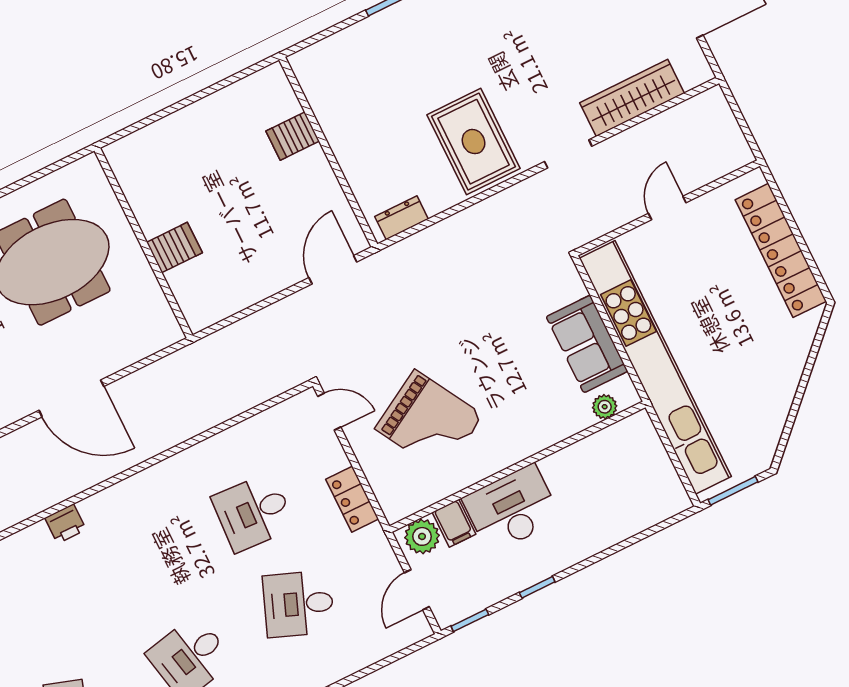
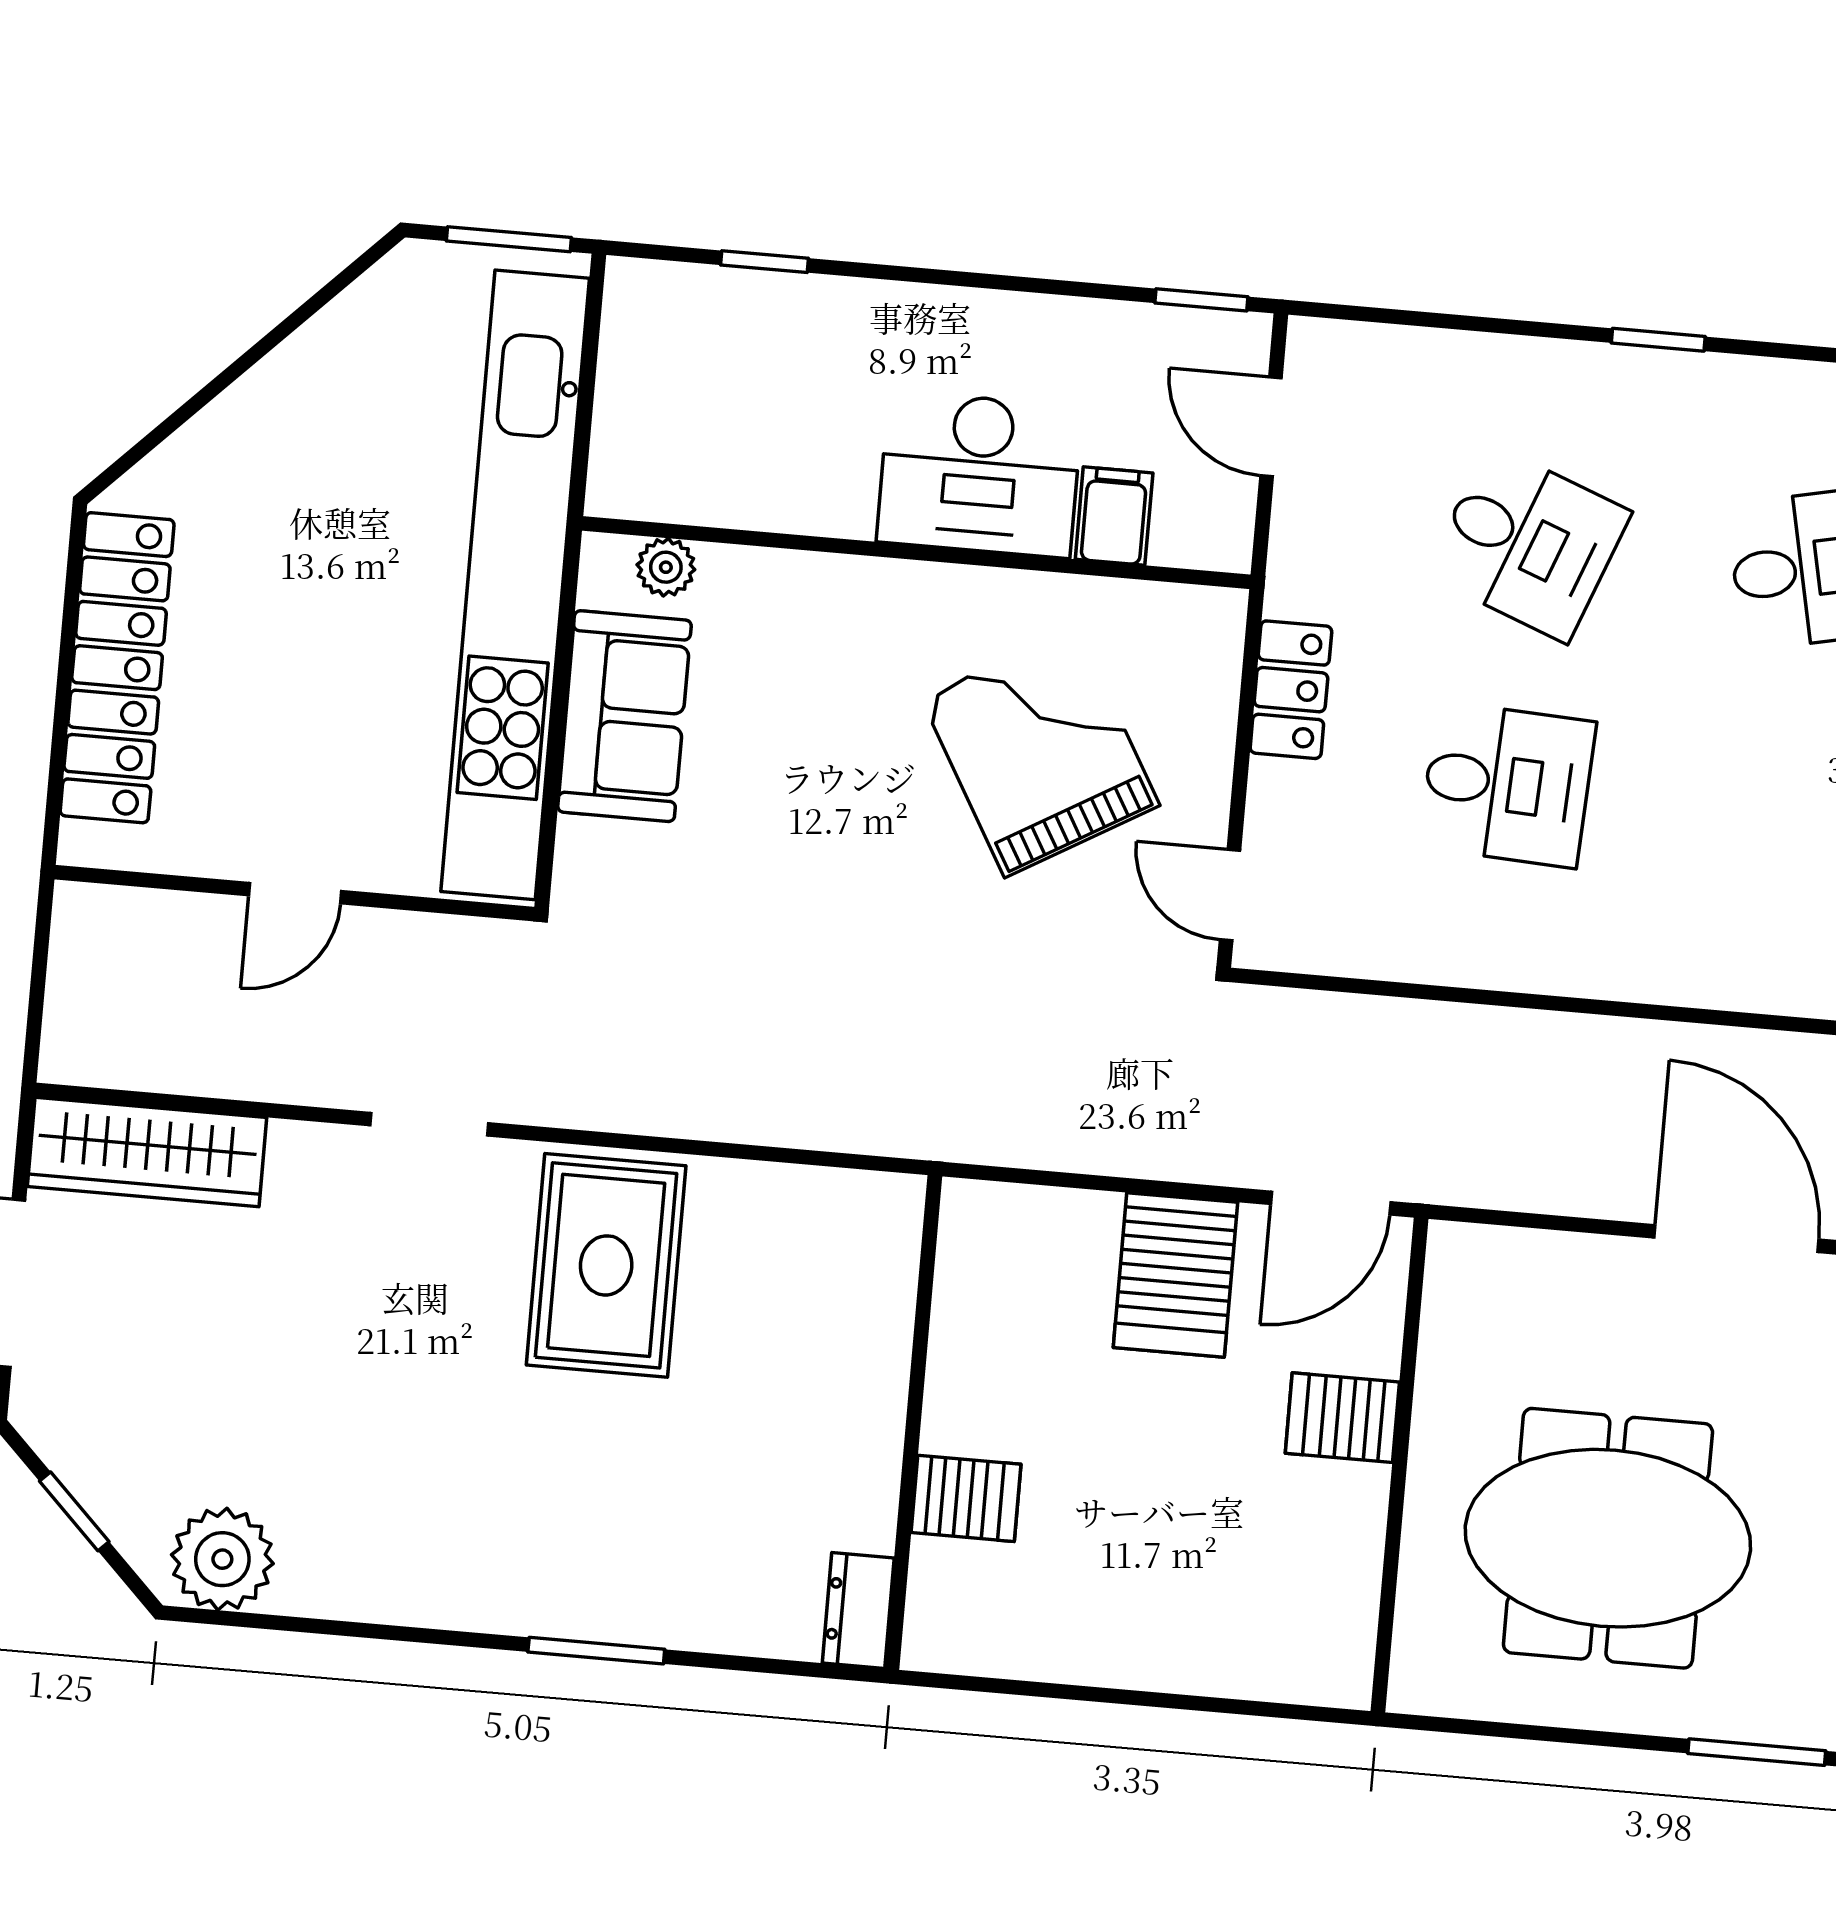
wardrobe: (632, 98) -> (147, 1152), moved
dresser: (402, 218) -> (858, 1610), moved, turned 90
server rack: (266, 263) -> (1175, 1275), added
door: (333, 270) -> (1331, 1203), moved
plant: (422, 536) -> (1195, 528), removed
window: (537, 587) -> (764, 262), moved
door: (417, 590) -> (1271, 427), swing flipped

